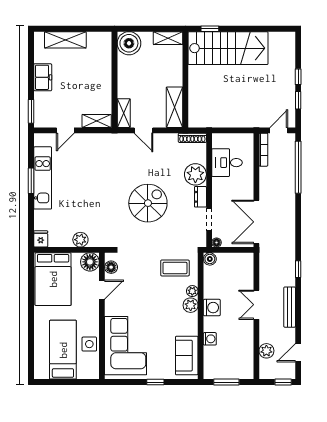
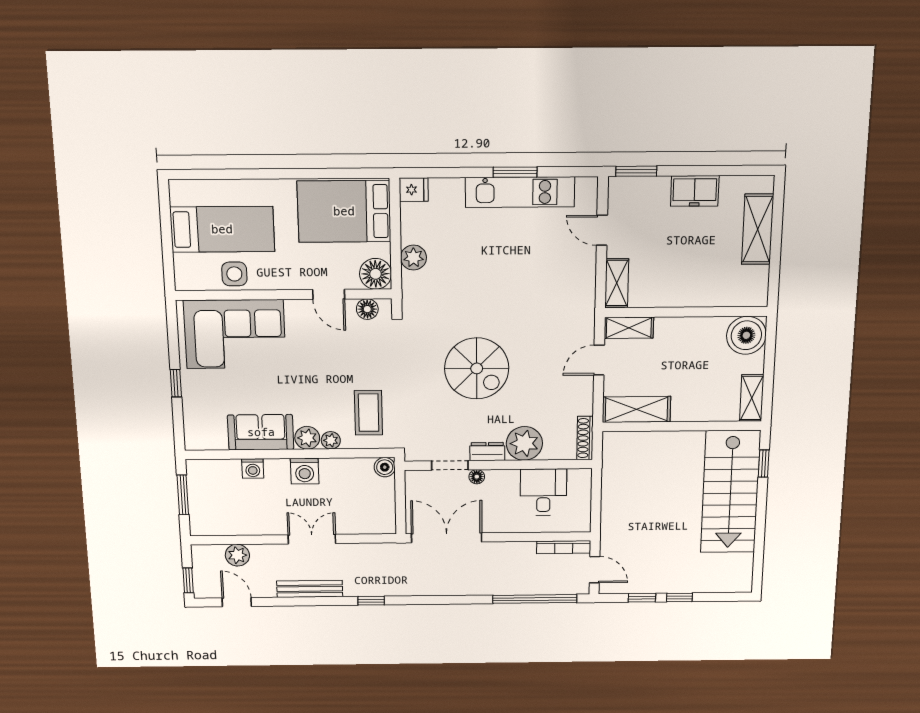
floor lamp: (217, 242) -> (477, 477), moved
sofa: (187, 356) -> (261, 432), moved

